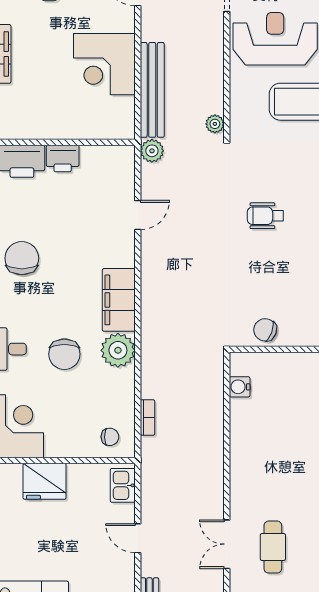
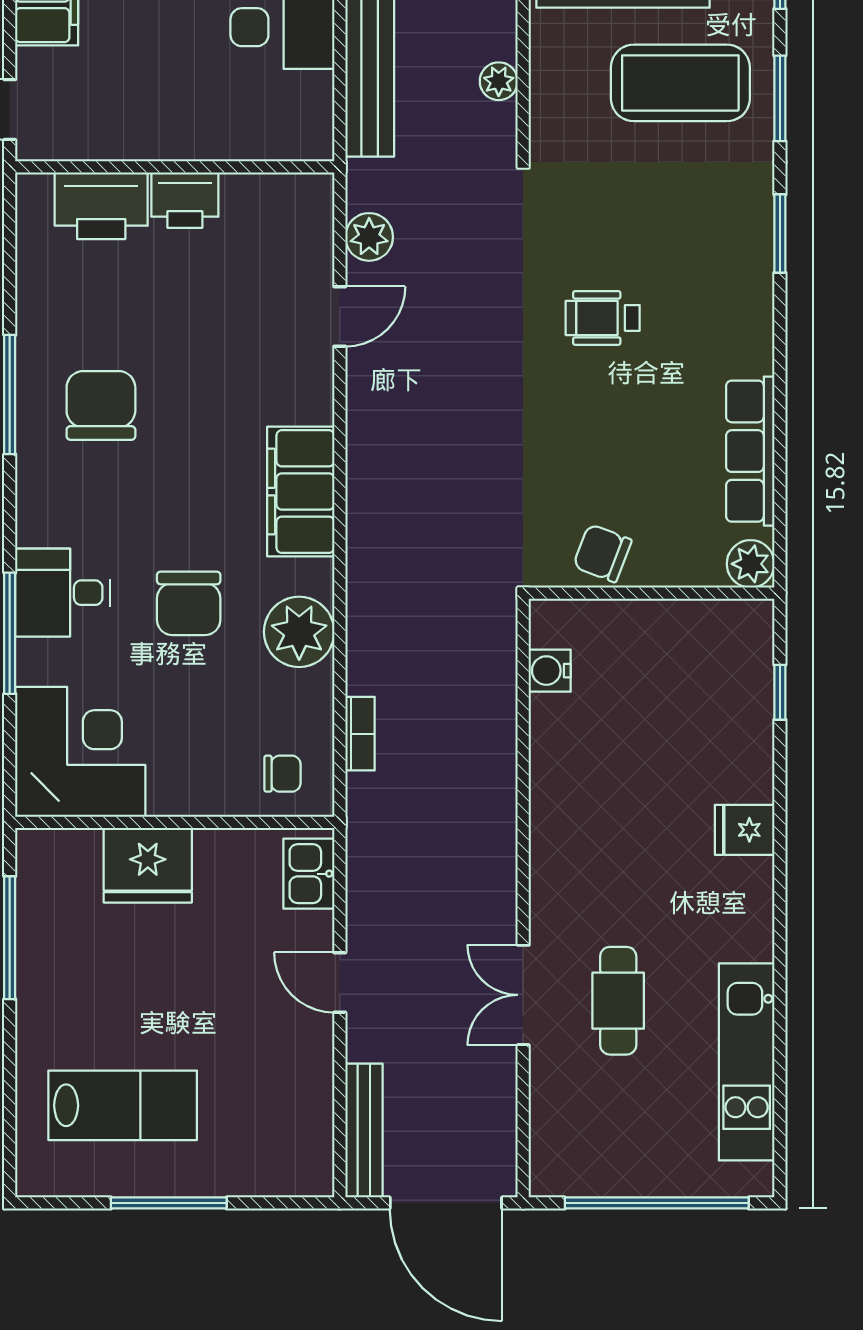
plant: (215, 124) -> (499, 81), moved
plant: (152, 151) -> (369, 237), moved
plant: (118, 350) -> (299, 632), moved

